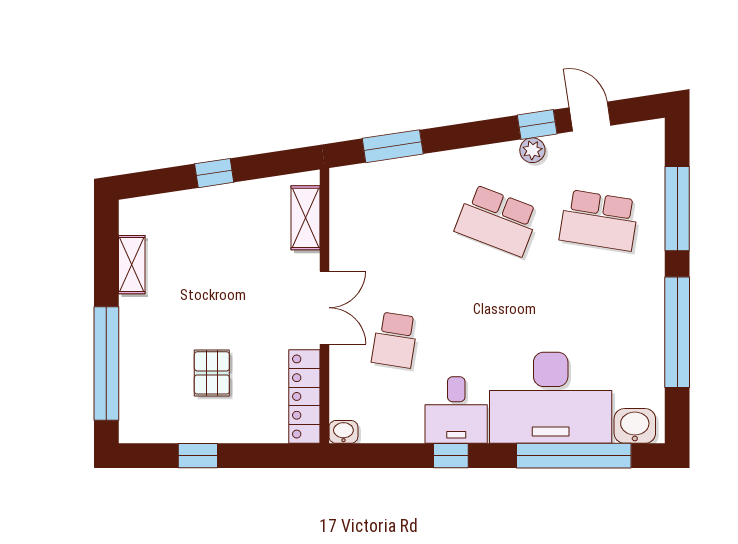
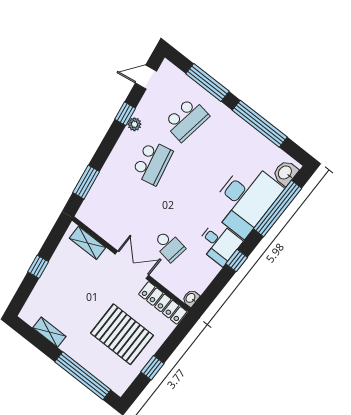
door: (590, 117) -> (146, 77), moved
school desk: (497, 220) -> (152, 163), turned -33
pallet: (212, 373) -> (122, 334), width x2.05, depth x2.00

